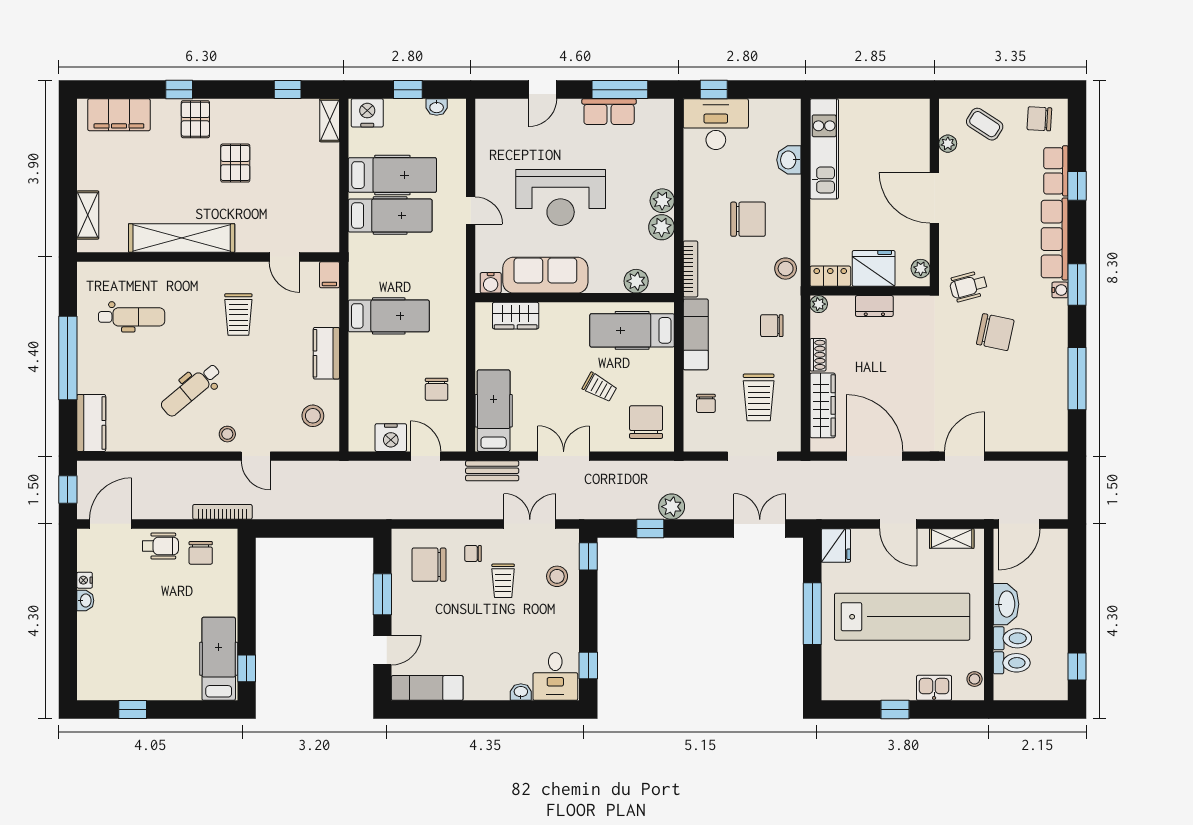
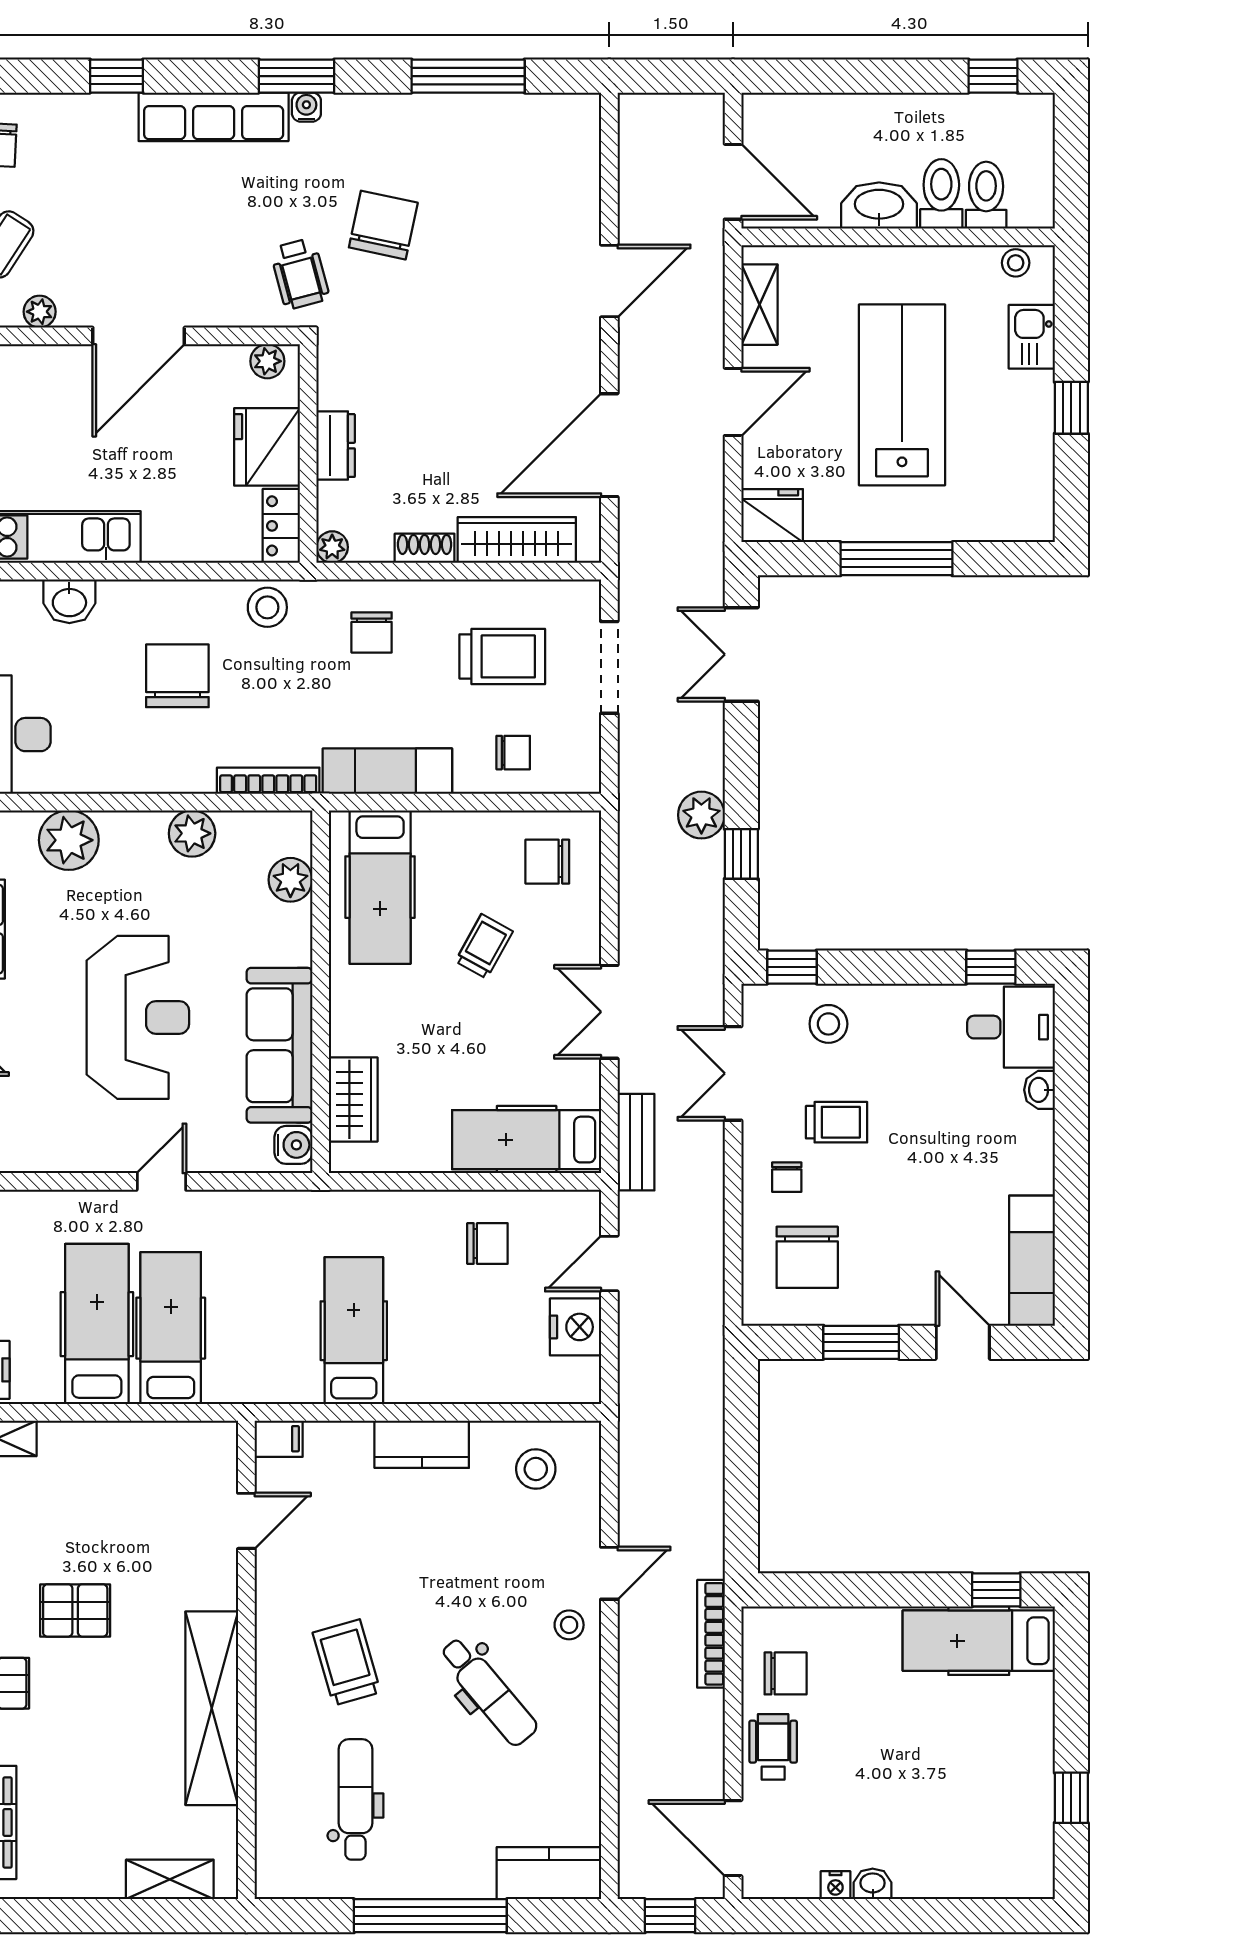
row of seats: (1056, 171) -> (89, 115), removed
plant: (662, 201) -> (69, 840), moved, width x1.36, depth x1.36
trolley: (238, 315) -> (347, 1662), moved, turned -106
chair: (646, 422) -> (547, 862), width x0.73, depth x0.73
door: (965, 456) -> (609, 281), swing flipped
lab bench: (902, 617) -> (902, 395), width x0.73

